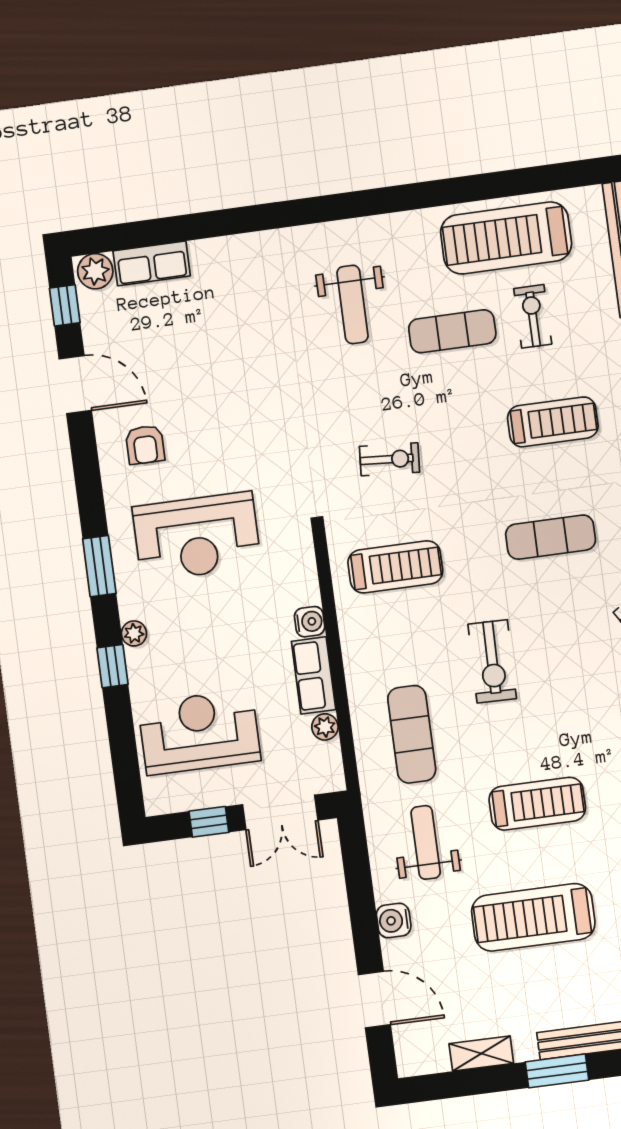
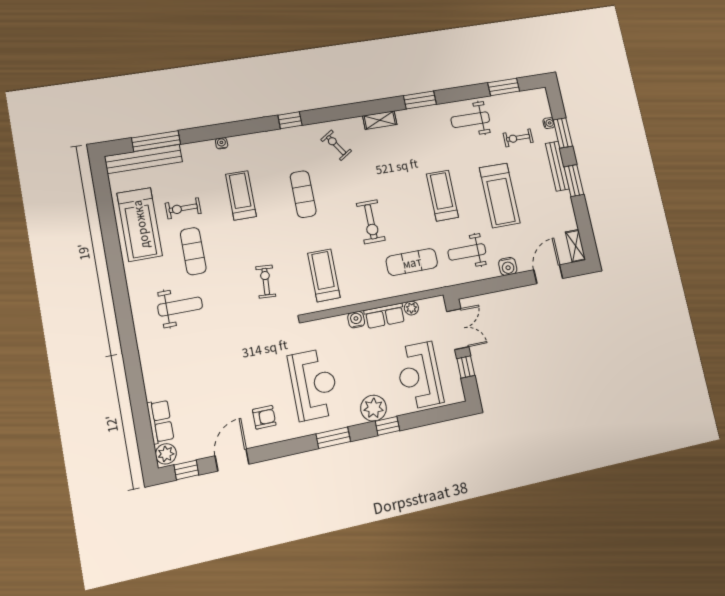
plant: (134, 633) -> (374, 408), width x1.88, depth x1.88
exercise bike: (492, 661) -> (371, 222), turned 89
shelving: (481, 1054) -> (576, 246), moved

